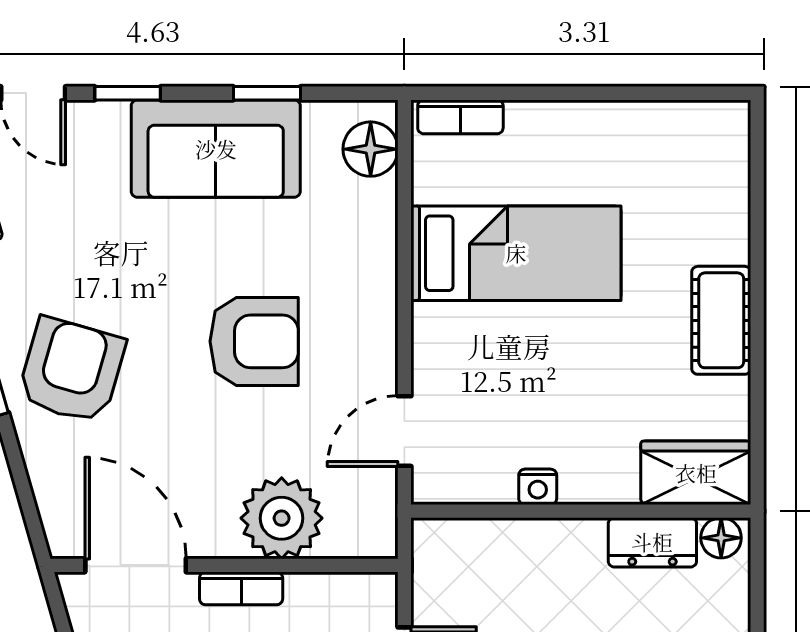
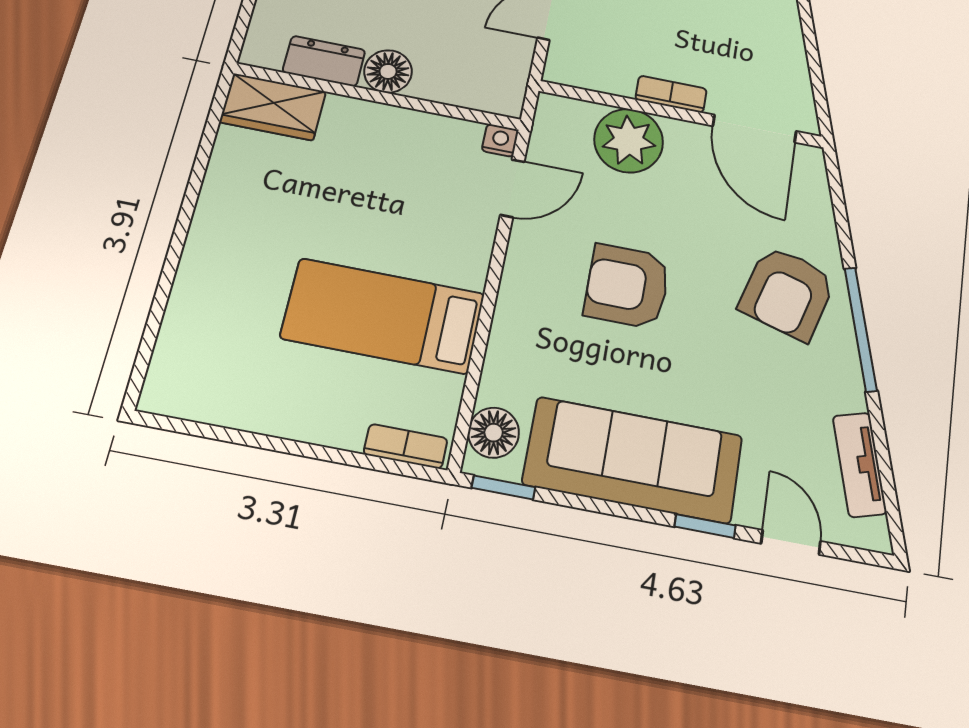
window: (267, 93) -> (504, 488), moved
sofa: (216, 149) -> (633, 460), width x1.36
cot: (721, 320) -> (216, 224), removed
nightstand: (538, 487) -> (500, 140), moved
floor lamp: (721, 538) -> (388, 71), moved, width x1.37, depth x1.37

